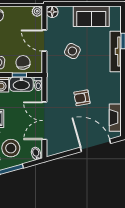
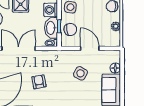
plant: (37, 11) -> (116, 26), moved
floor lamp: (52, 12) -> (115, 68), moved
door: (44, 40) -> (90, 48), hinge flipped

